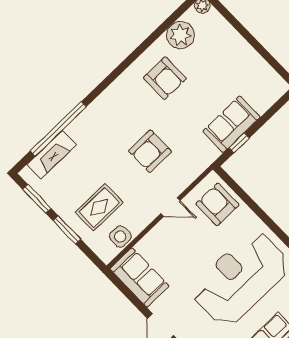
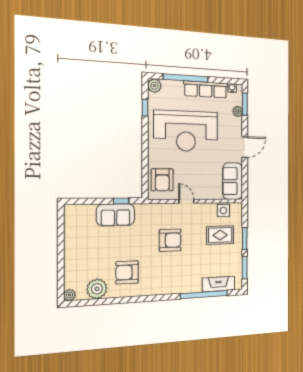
armchair: (165, 78) -> (127, 272), turned -90

